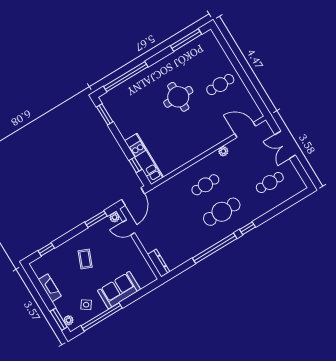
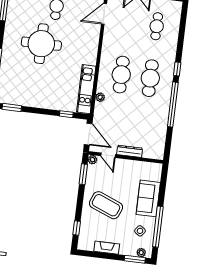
round table: (178, 97) -> (41, 44), width x1.36, depth x1.36
plant: (223, 151) -> (100, 97), moved
kitchen unit: (144, 159) -> (86, 89), moved, turned -90
cafe table: (205, 185) -> (121, 75), width x1.37, depth x1.35
door: (129, 227) -> (108, 155), hinge flipped
coffee table: (85, 259) -> (106, 205), width x1.86, depth x1.72
dresser: (159, 263) -> (130, 151), moved

